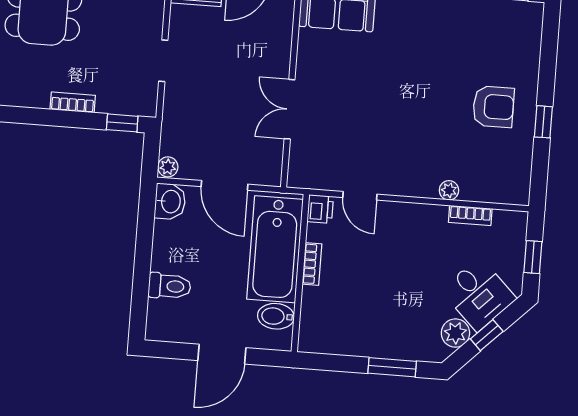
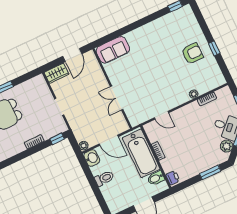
printer: (320, 209) -> (173, 178), moved
toilet: (170, 286) -> (104, 178), moved

